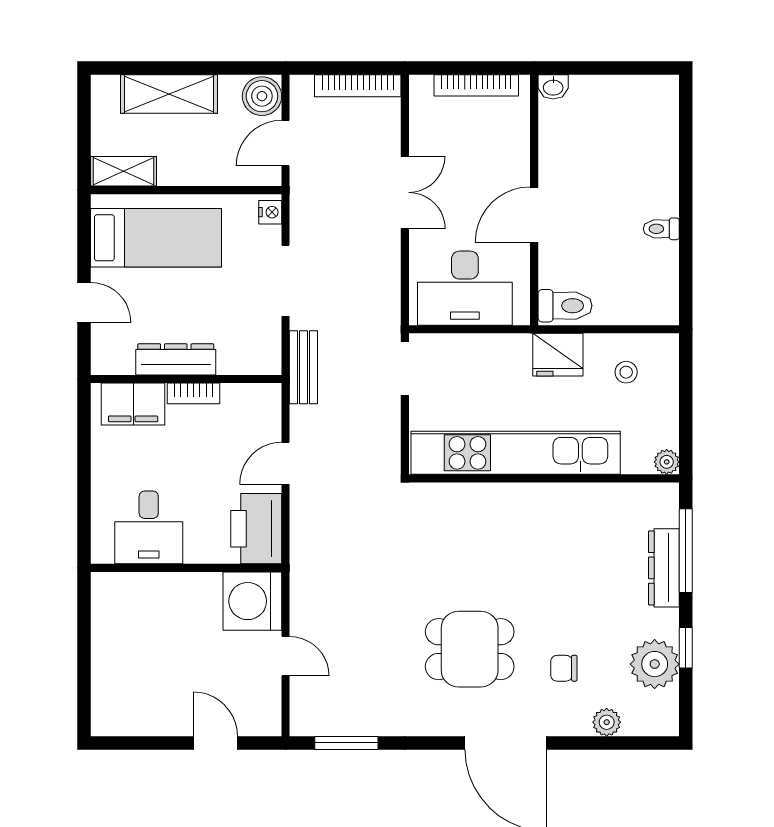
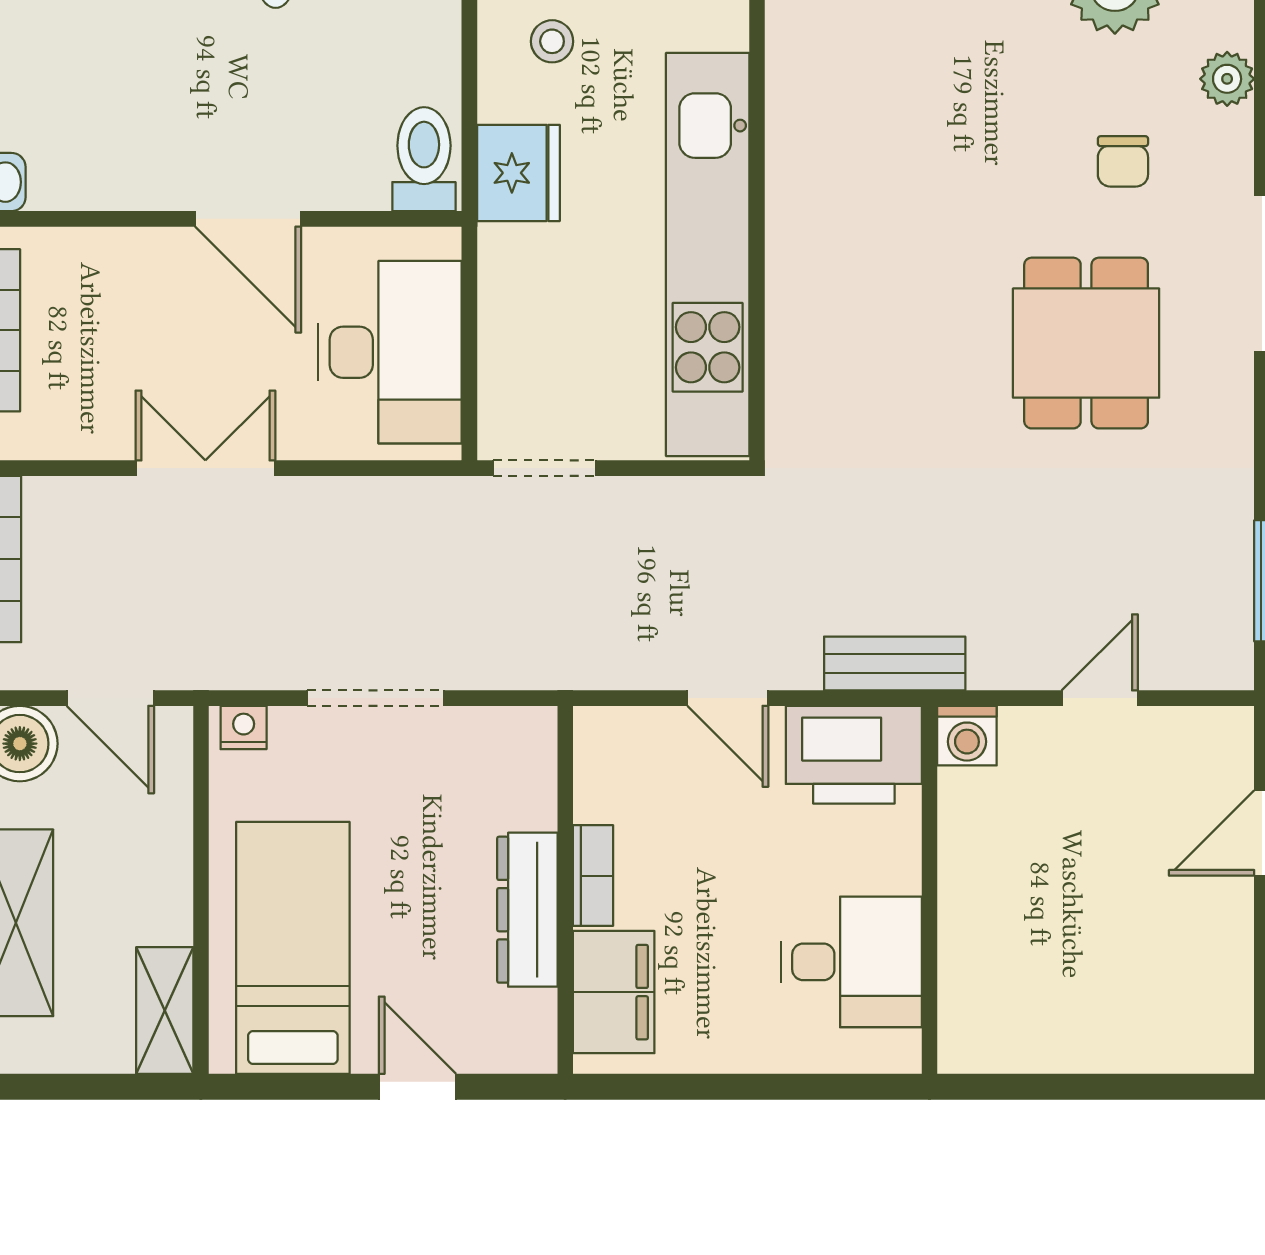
door: (84, 302) -> (417, 1087), hinge flipped
bench: (303, 367) -> (895, 664), moved
washing machine: (252, 601) -> (967, 736), width x0.53, depth x0.53

